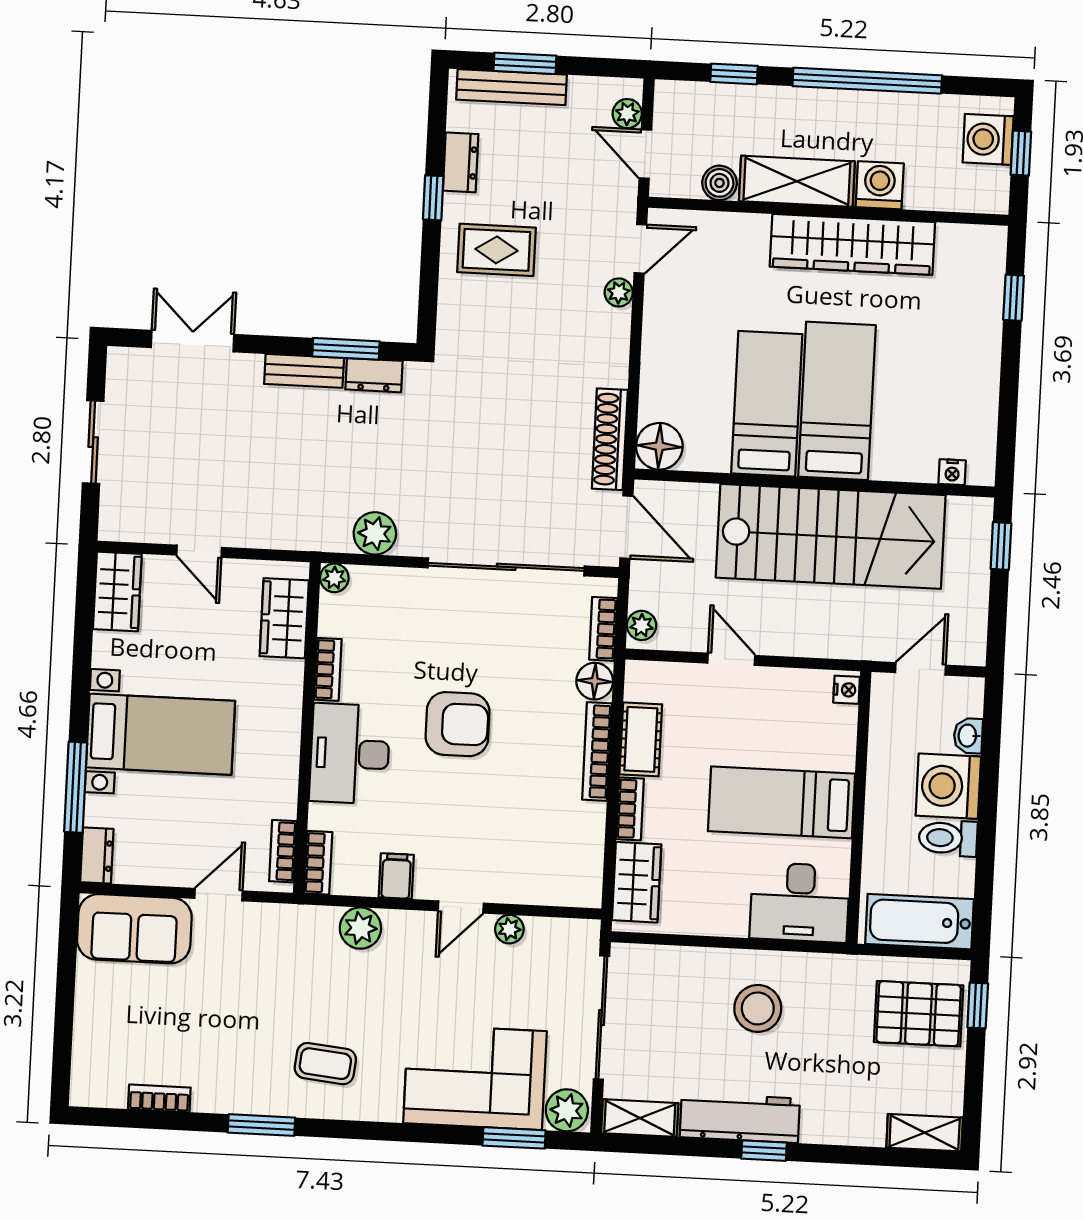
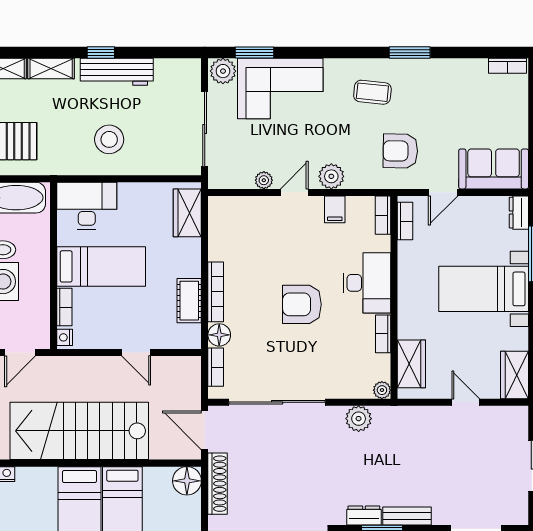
plant: (642, 625) -> (192, 370), removed
bookcase: (630, 809) -> (64, 307), moved, turned 180
plant: (360, 928) -> (331, 176), moved
armchair: (285, 966) -> (400, 151), added
bookcase: (159, 1098) -> (507, 66), moved
shelving: (640, 1118) -> (51, 69), moved

